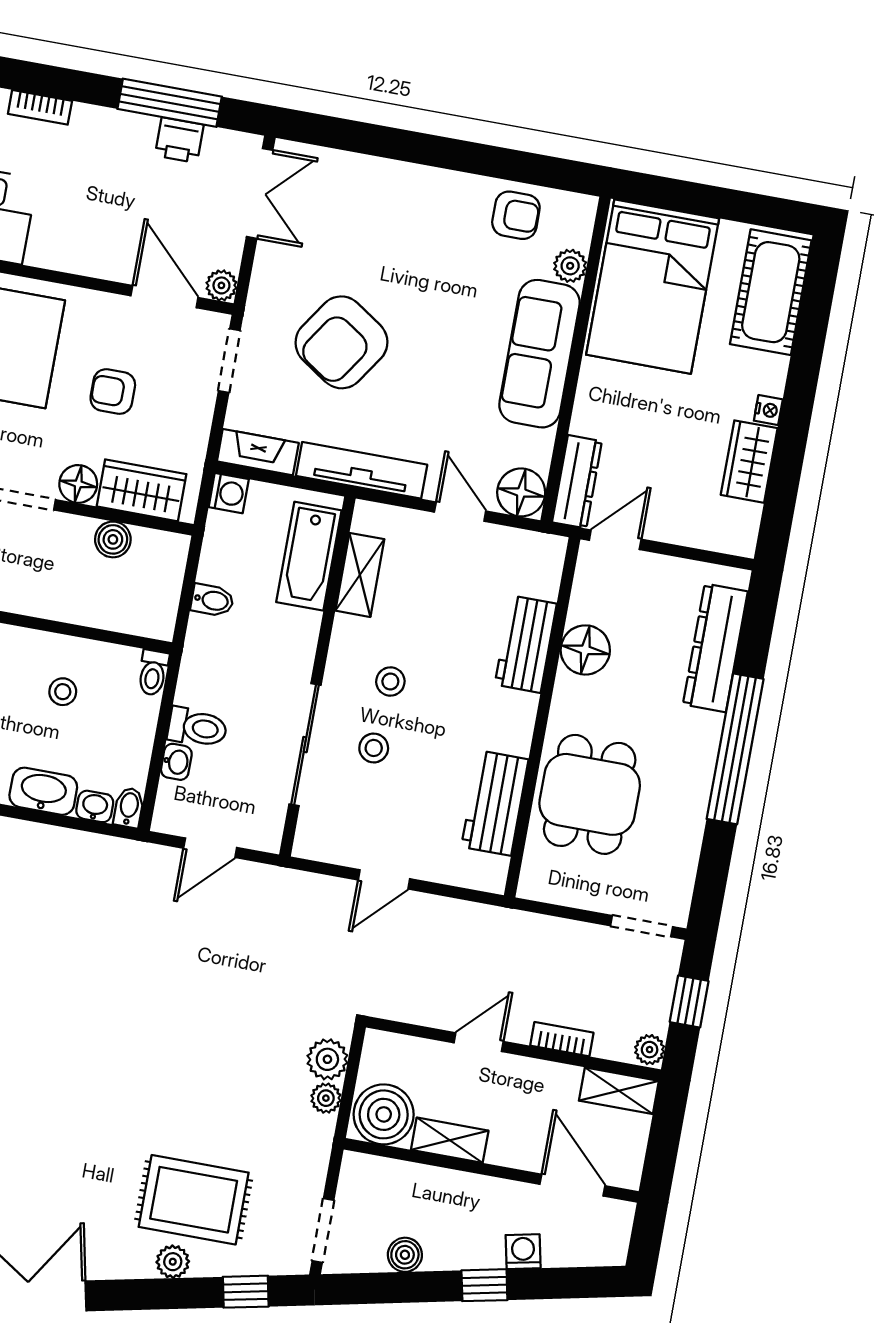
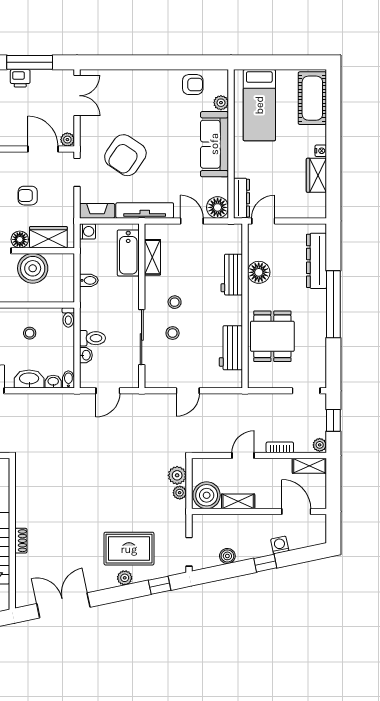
printer: (179, 140) -> (20, 78), moved
bed: (653, 287) -> (259, 105), width x0.67
boiler: (113, 539) -> (33, 268), width x1.86, depth x1.86

